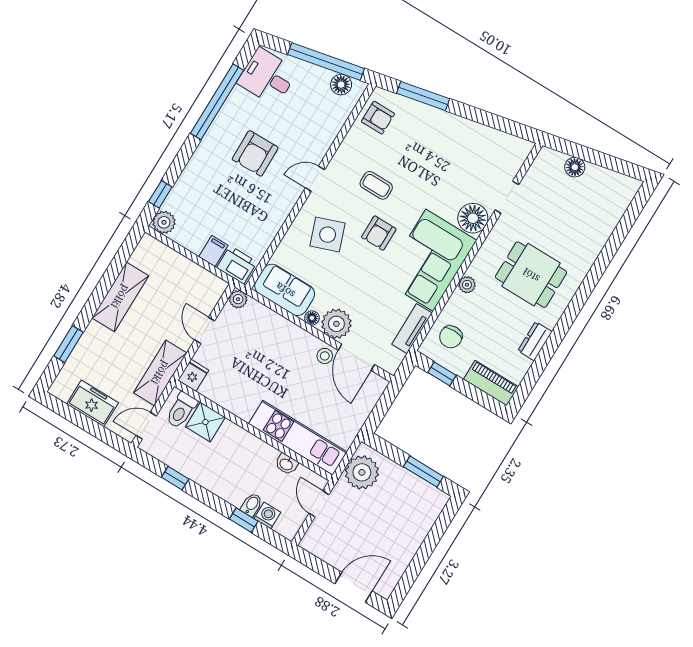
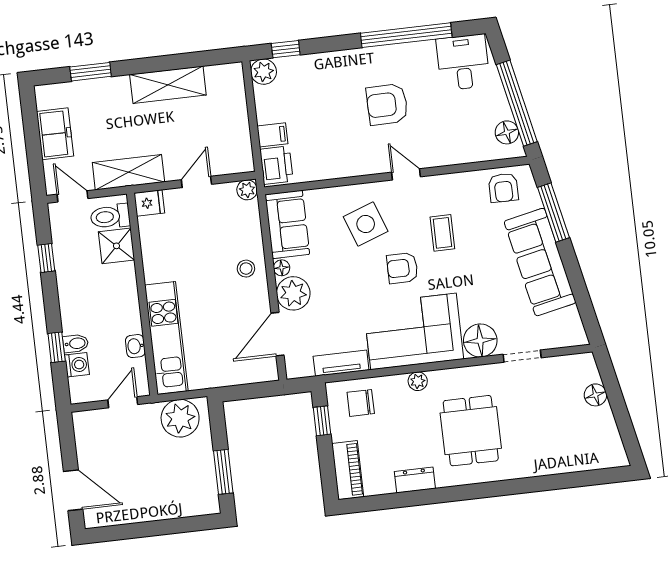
sofa: (451, 133) -> (540, 262), added
stool: (325, 356) -> (246, 269), moved

